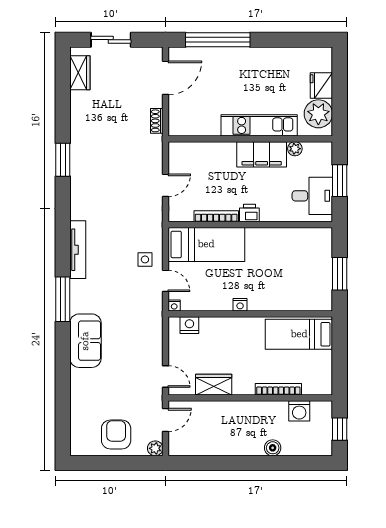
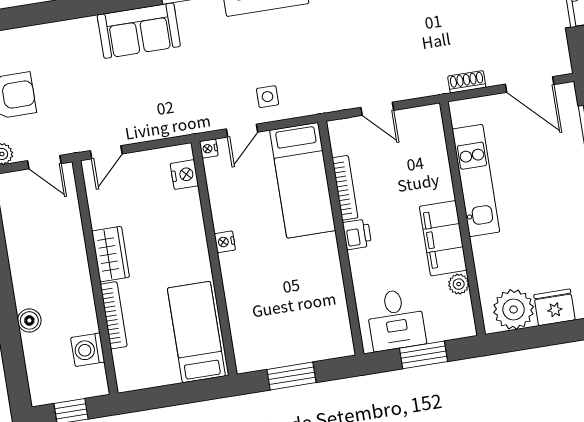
kitchen unit: (259, 125) -> (476, 180), moved
wardrobe: (214, 385) -> (110, 254), moved

